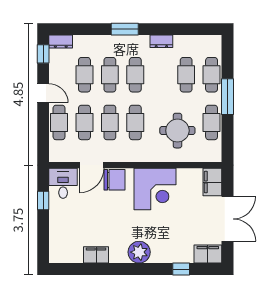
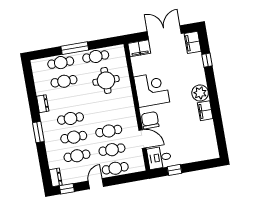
cafe table: (135, 122) -> (105, 112), removed
filing cabinet: (96, 255) -> (205, 111), moved

